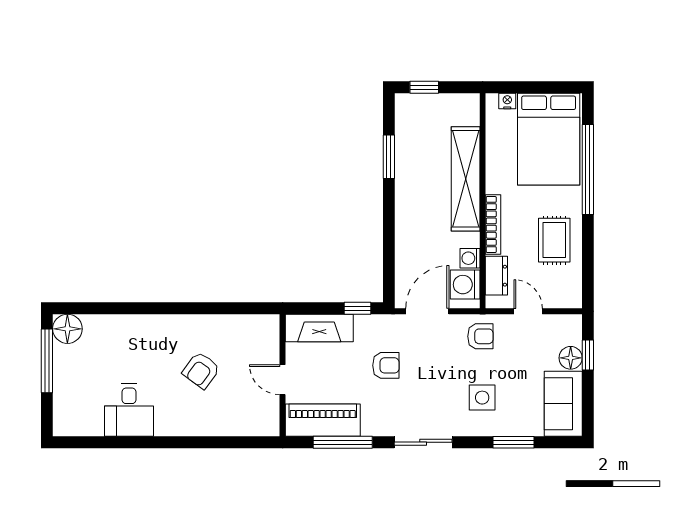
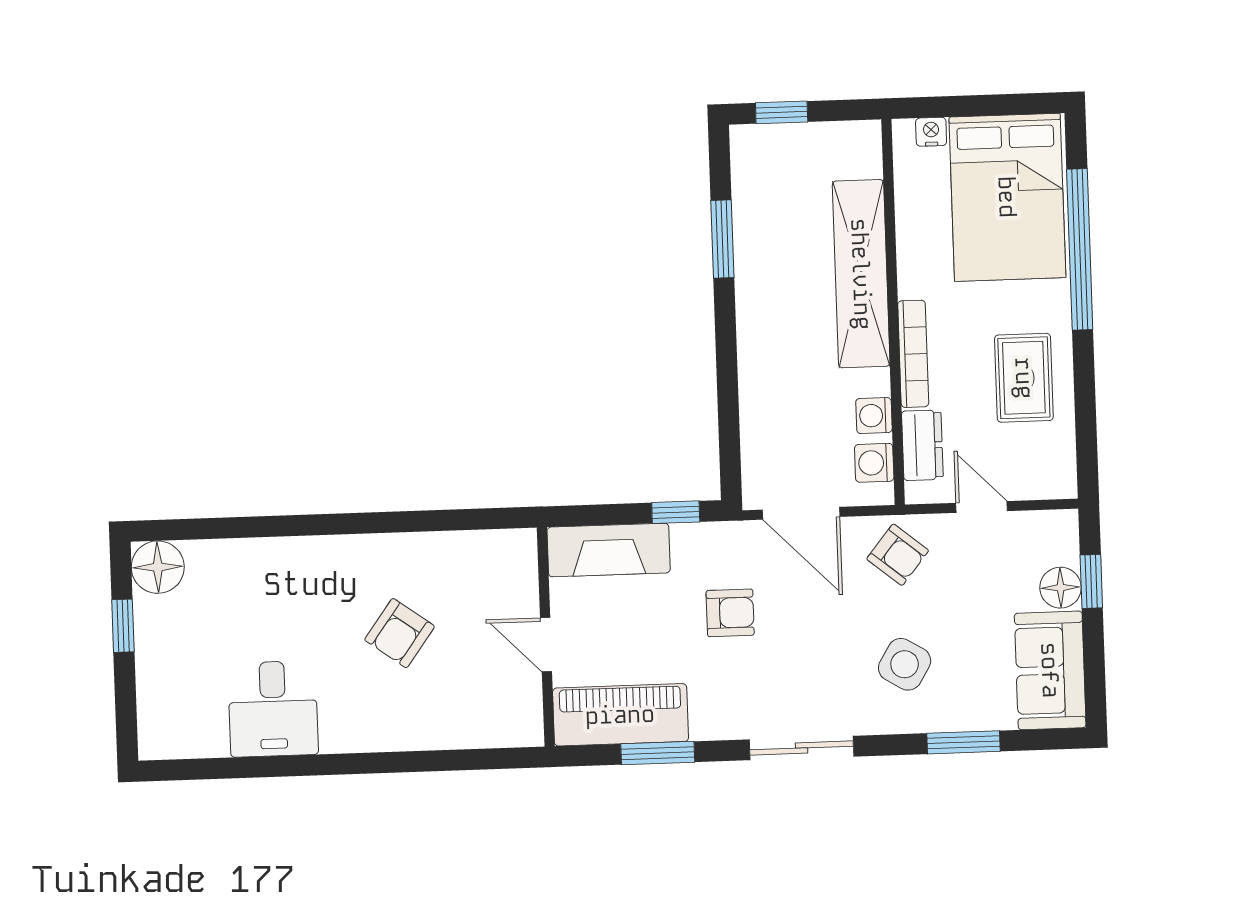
washing machine: (465, 285) -> (874, 463), width x0.73, depth x0.73
door: (427, 311) -> (801, 513), swing flipped
armchair: (480, 336) -> (898, 555), turned 39
window: (47, 361) -> (123, 626), width x0.46
side table: (482, 398) -> (905, 664), turned 31
window: (343, 442) -> (658, 753), width x0.69

